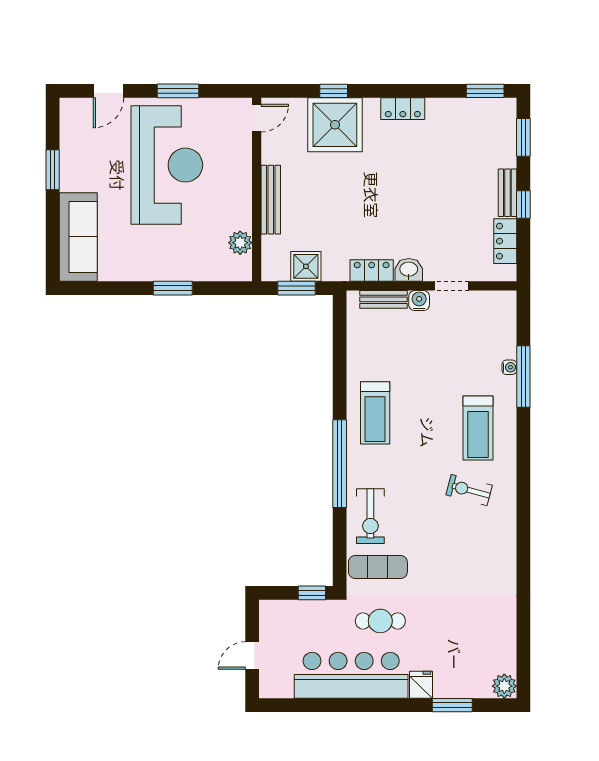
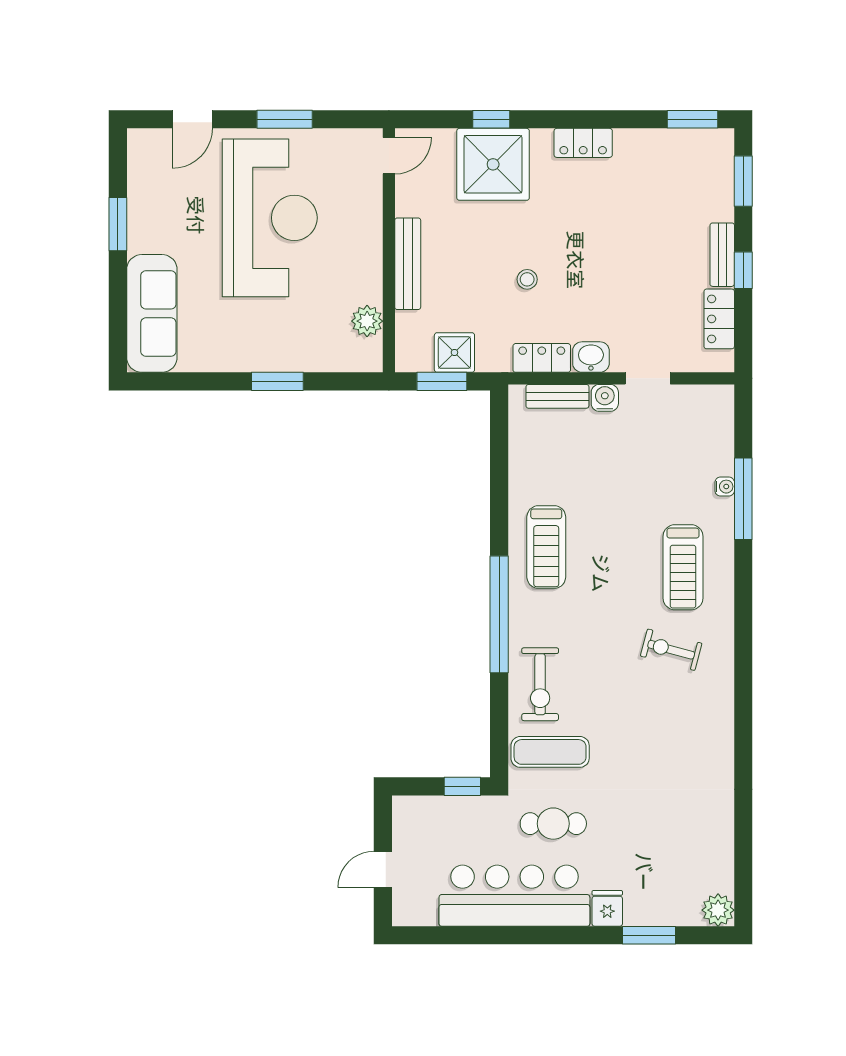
stool: (361, 211) -> (527, 279), added

